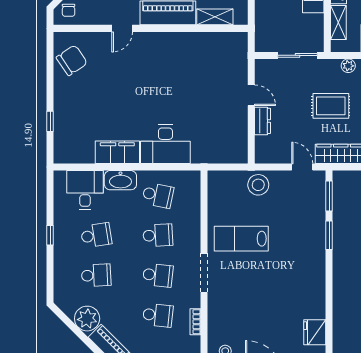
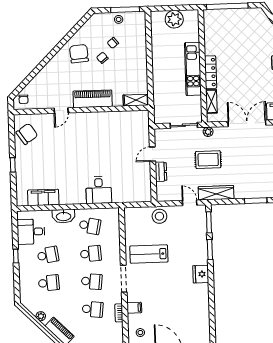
shelving: (215, 17) -> (136, 100), moved
plant: (348, 66) -> (208, 132), moved
door: (251, 95) -> (153, 154), swing flipped
window: (50, 121) -> (13, 165), moved
desk: (165, 144) -> (99, 190), width x0.73
filing cabinet: (117, 152) -> (43, 197), moved
desk: (85, 190) -> (31, 232), moved, turned -90
filing cabinet: (218, 315) -> (134, 308), added
plant: (87, 319) -> (41, 316), width x0.53, depth x0.53
fridge: (315, 332) -> (201, 274), moved

